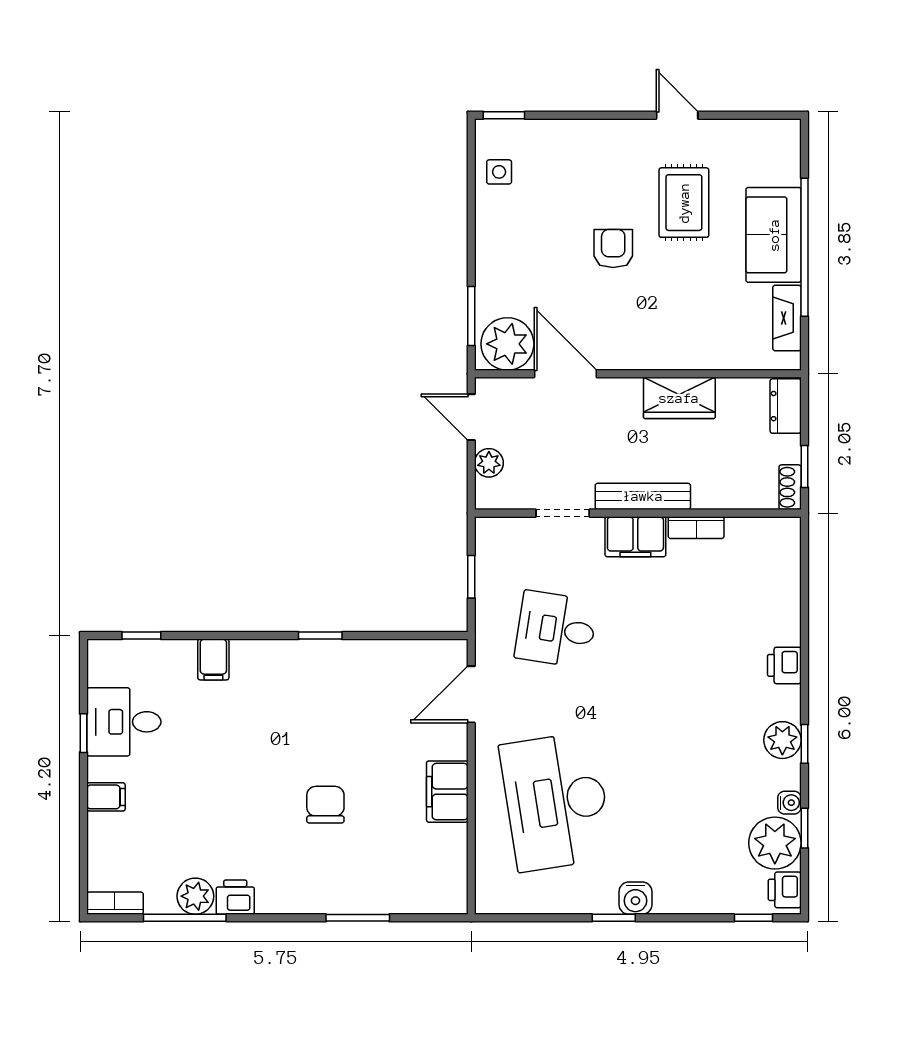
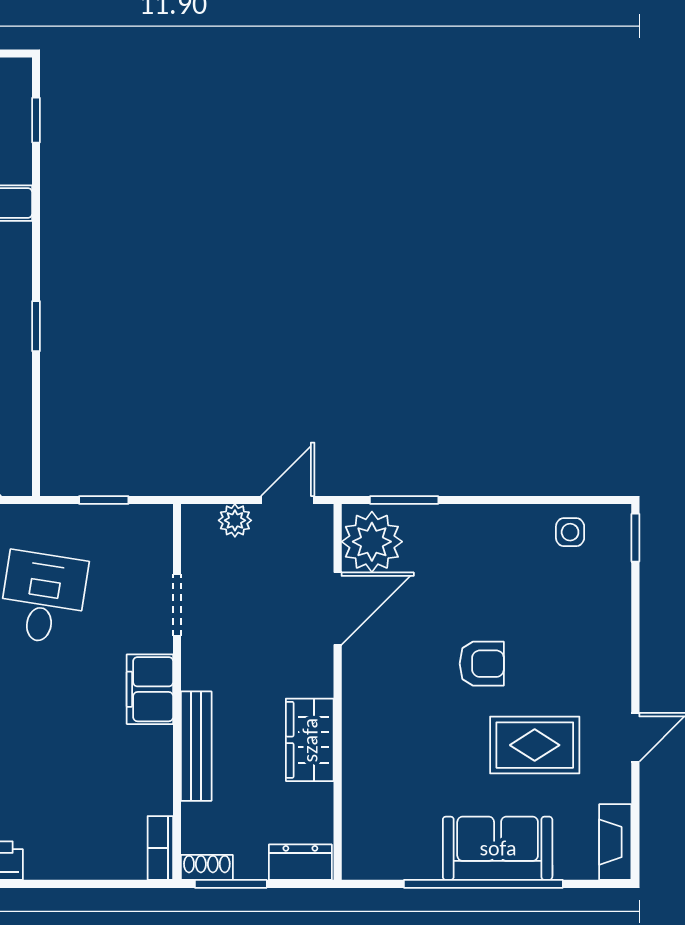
fireplace: (787, 318) -> (615, 842), moved, turned -90
window: (804, 466) -> (231, 884), width x1.50
bench: (643, 496) -> (196, 746), moved
bookcase: (696, 528) -> (160, 848), moved

